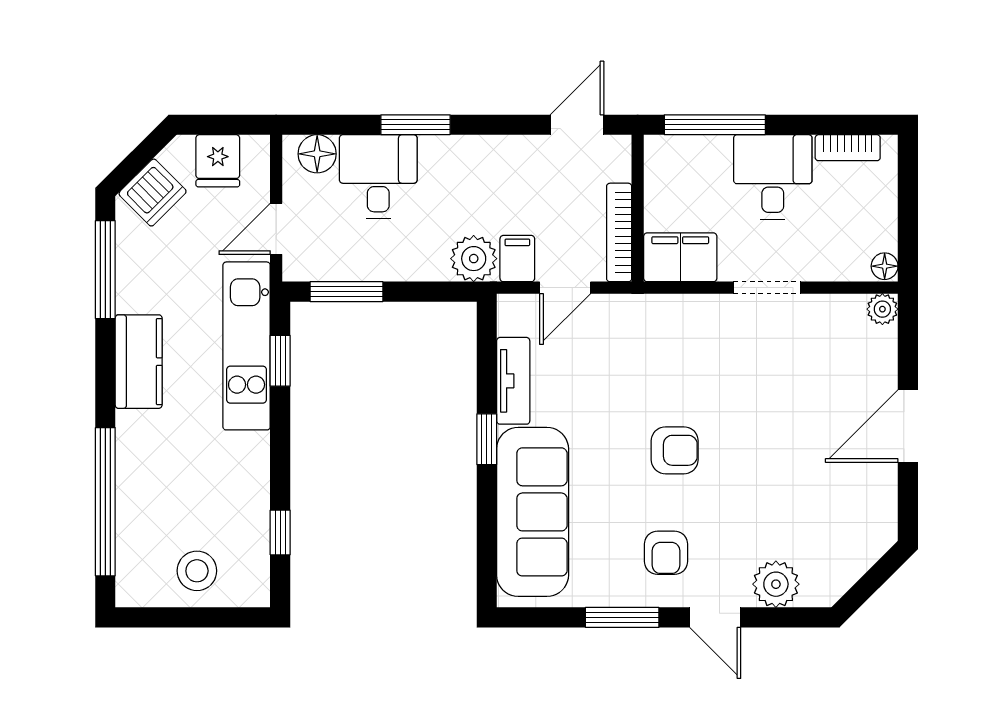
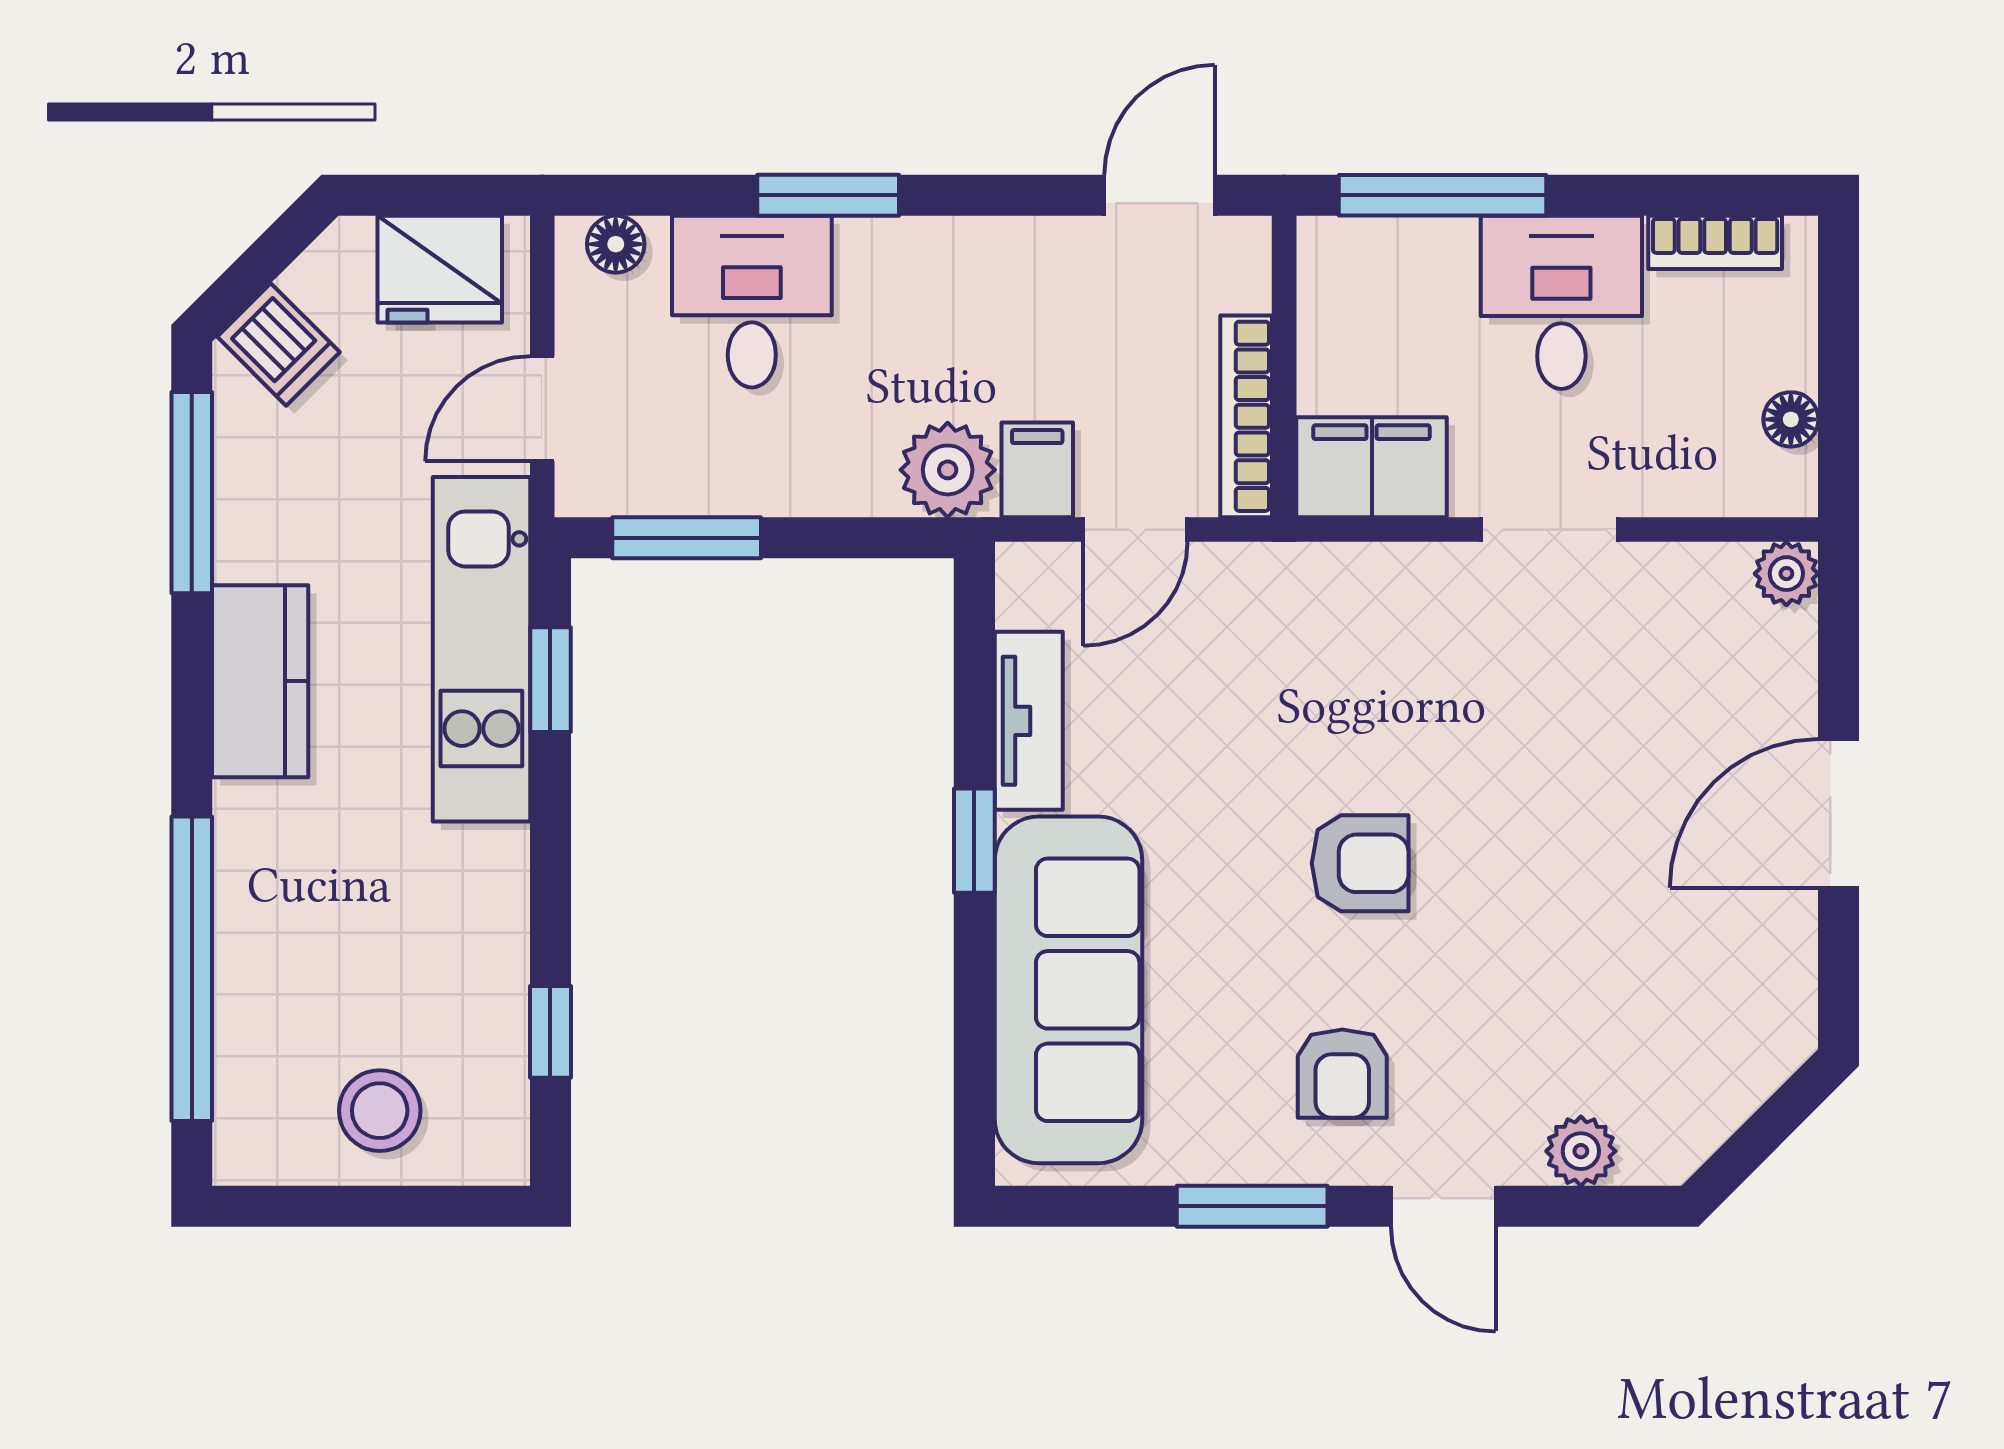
floor lamp: (317, 154) -> (616, 244), width x0.73, depth x0.73
fridge: (218, 161) -> (440, 269), width x1.38
dishwasher: (153, 193) -> (278, 344), width x0.73
floor lamp: (885, 266) -> (1791, 419), moved
plant: (776, 584) -> (1581, 1151), width x0.73, depth x0.73

